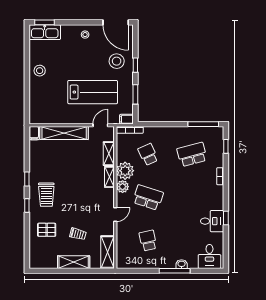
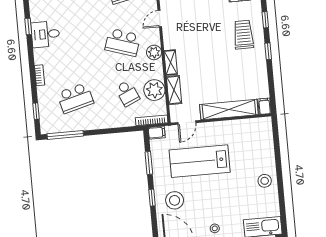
plant: (125, 171) -> (154, 90), moved
desk: (212, 221) -> (45, 34), moved

